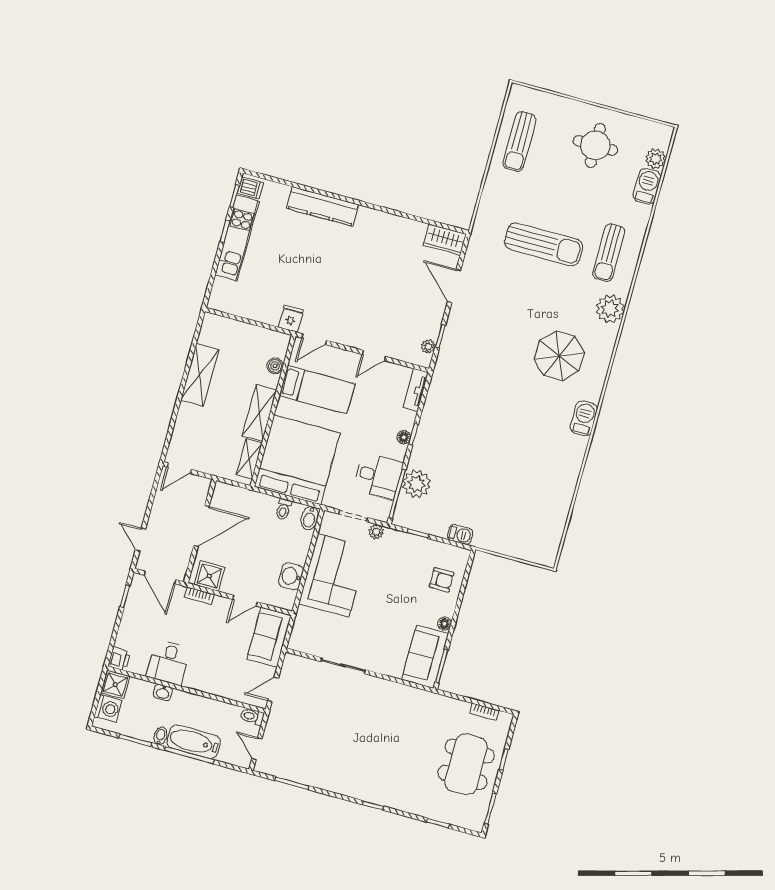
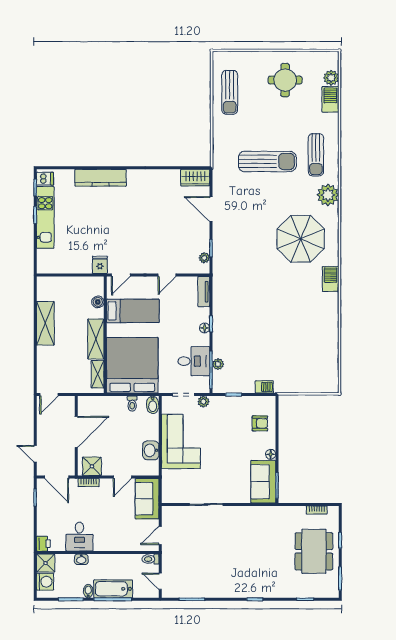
parasol: (559, 356) -> (301, 239), width x1.36, depth x1.36
plant: (417, 484) -> (218, 364), width x0.53, depth x0.53

